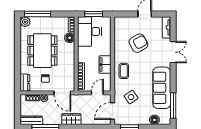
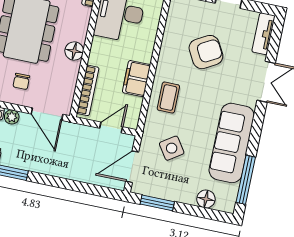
floor lamp: (70, 38) -> (74, 51), moved
wardrobe: (71, 119) -> (53, 166), removed

